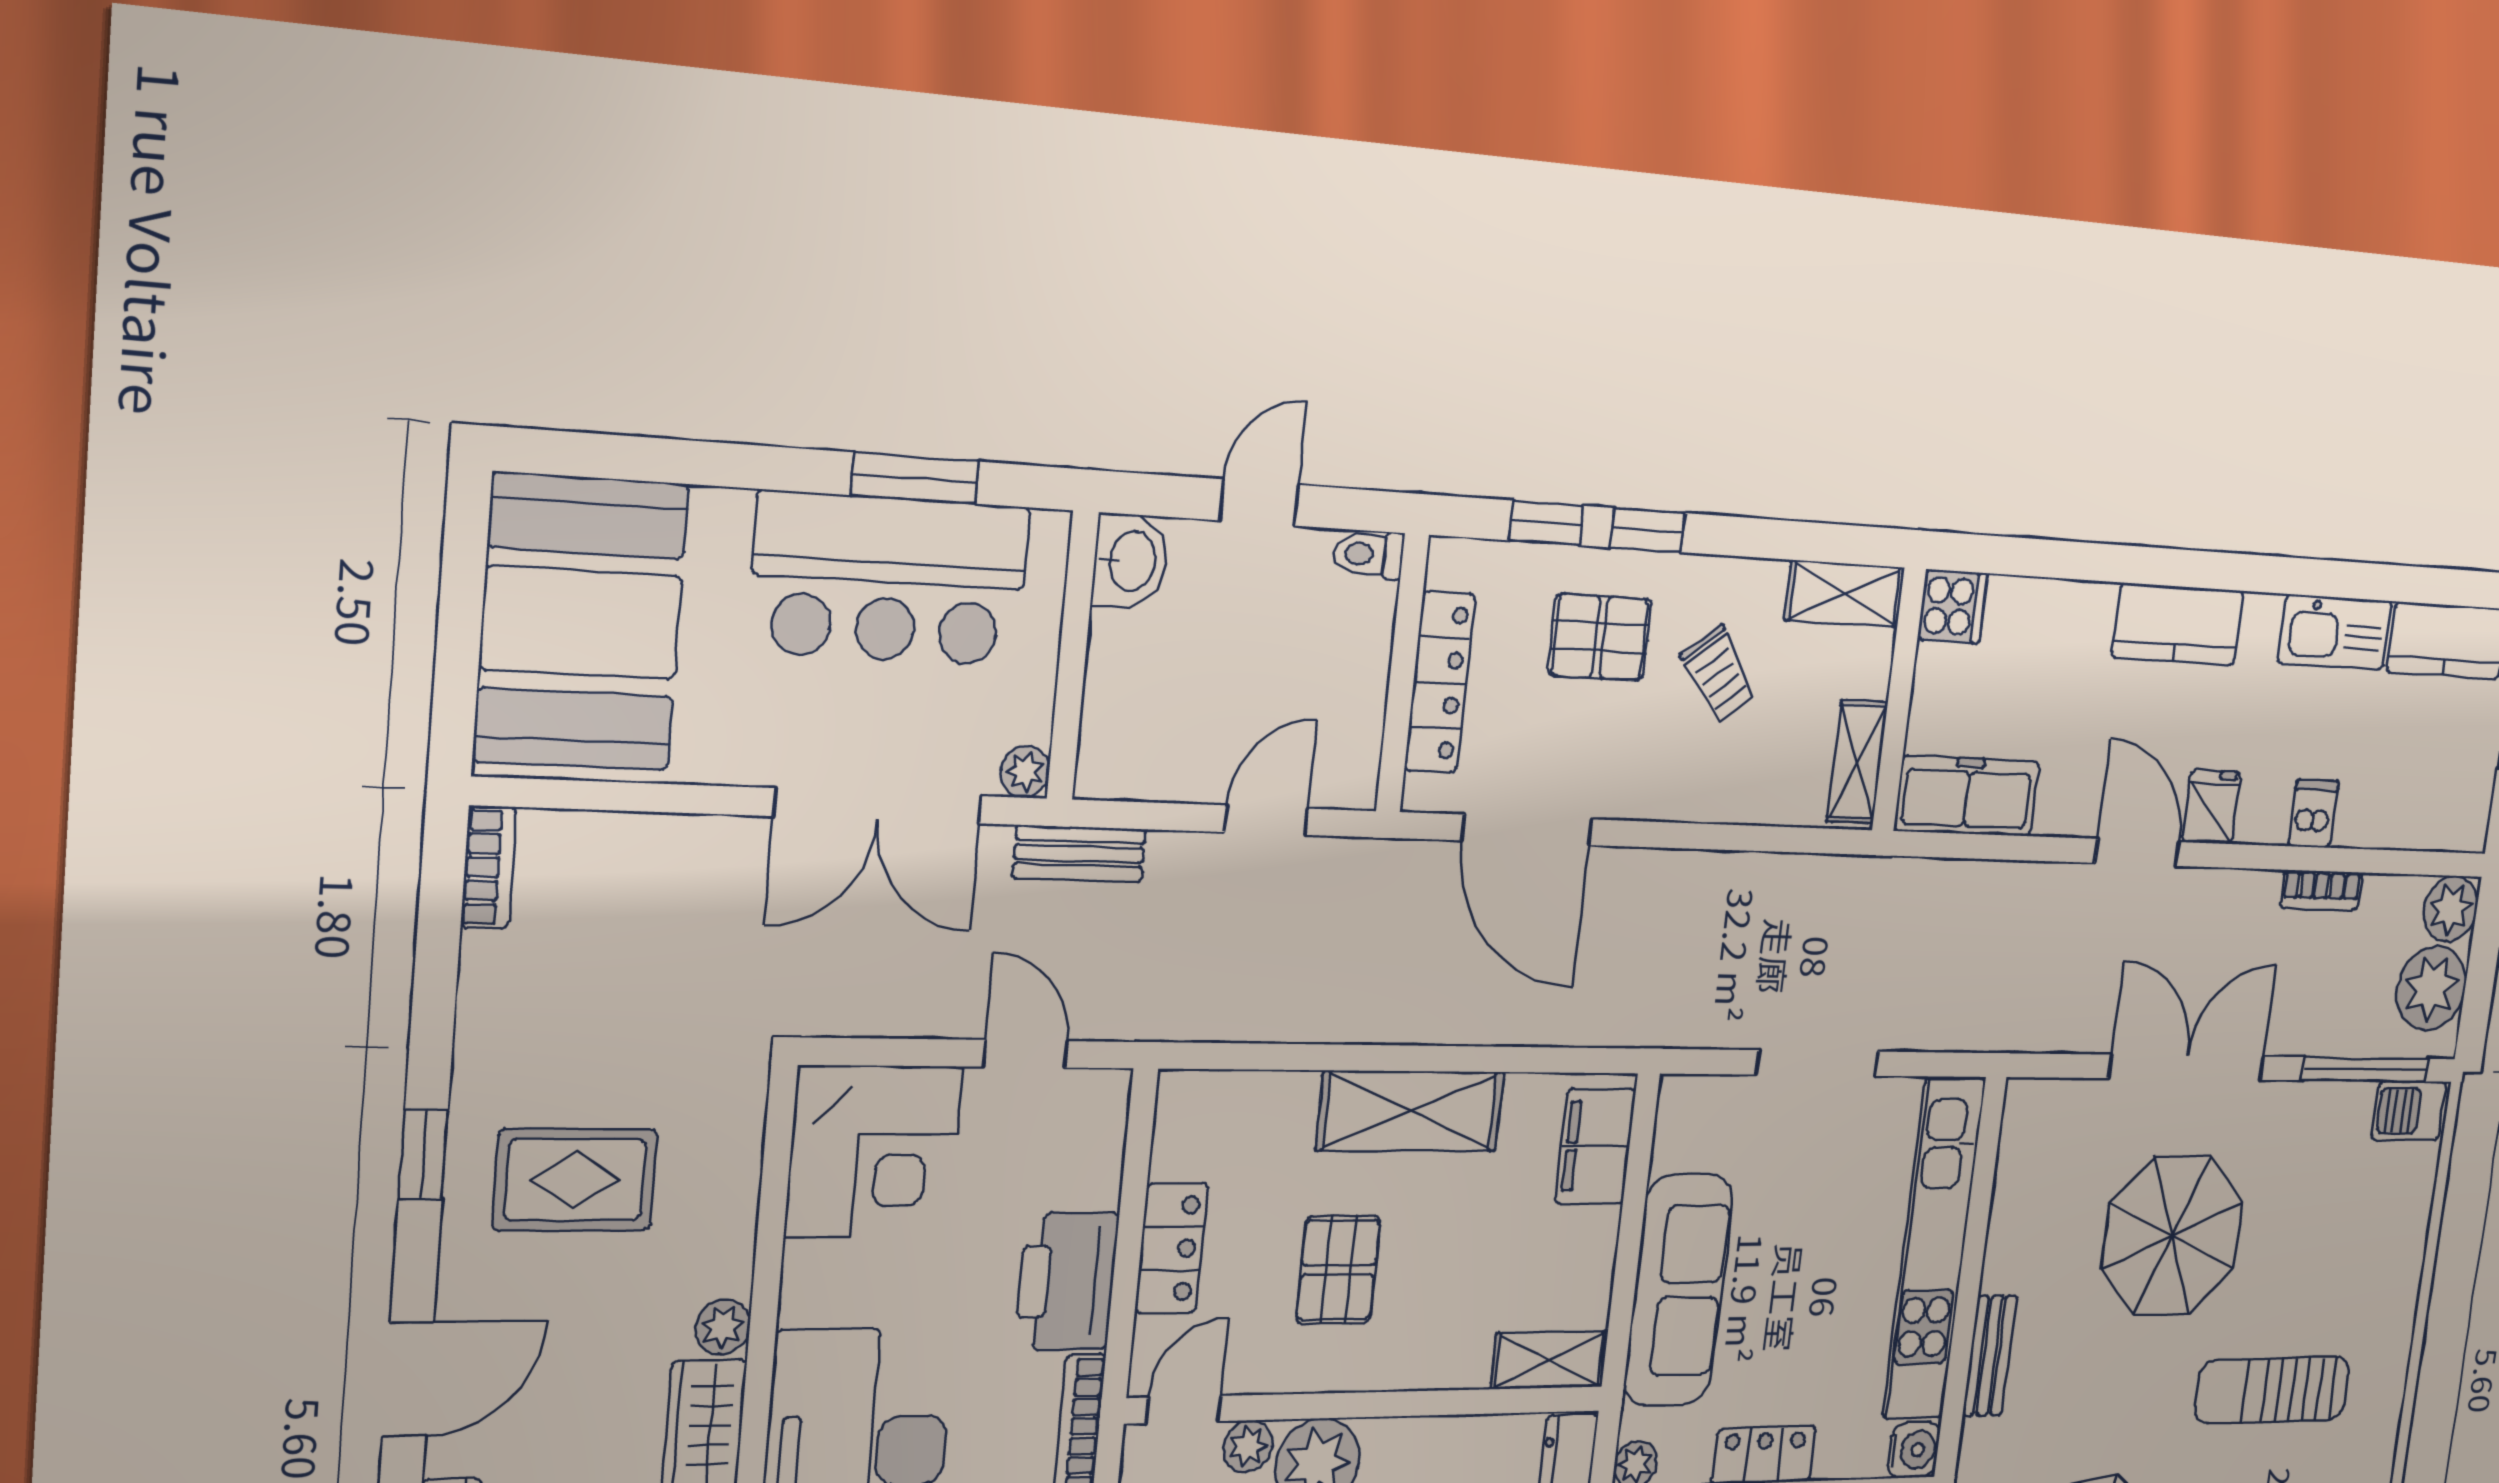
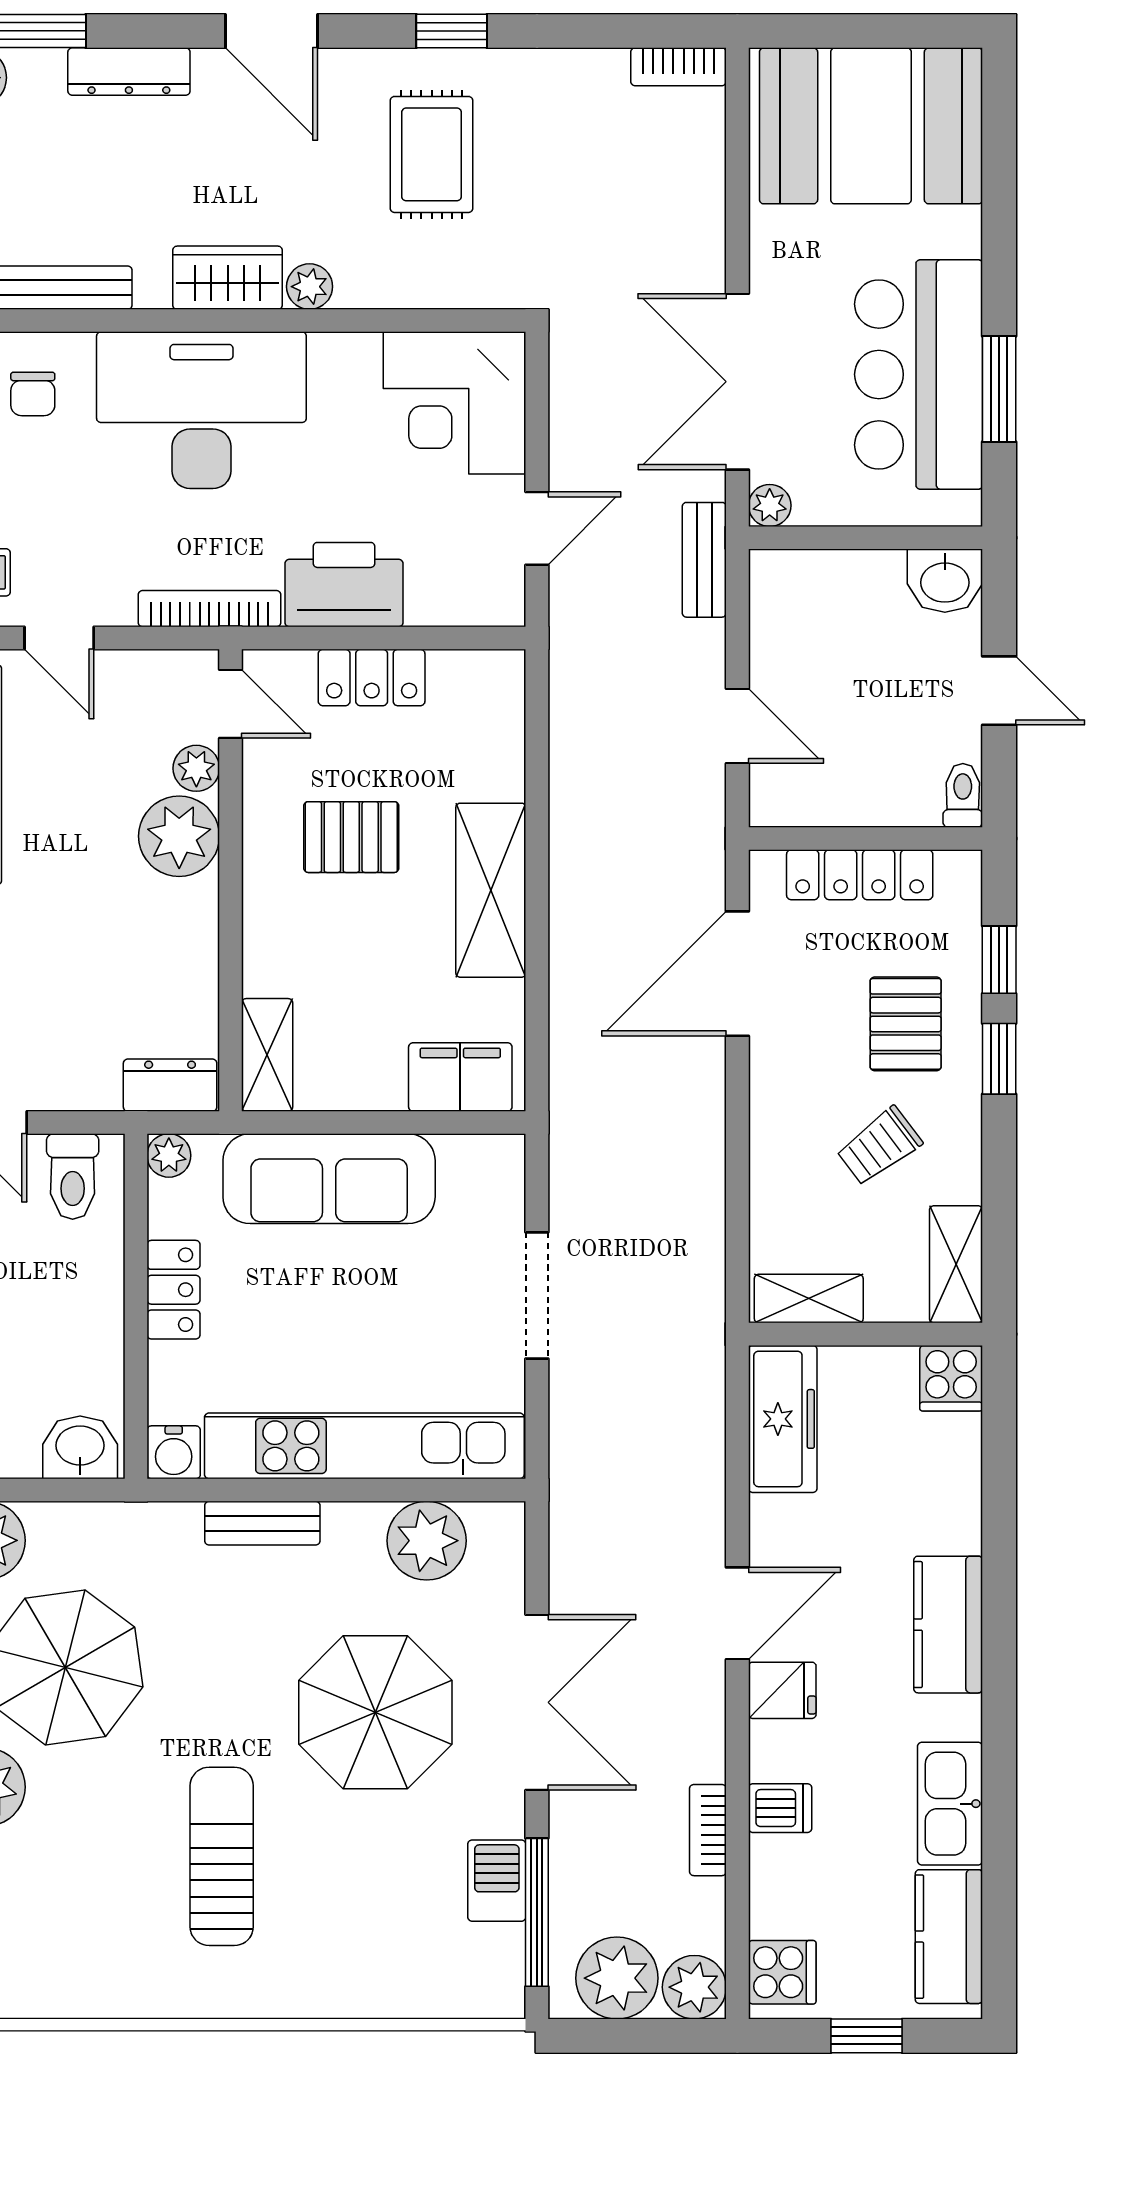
cooker: (2452, 817) -> (782, 1972), added
barbecue: (2409, 1111) -> (497, 1881), moved
plant: (2028, 1183) -> (427, 1541), added

